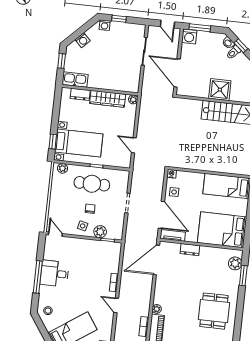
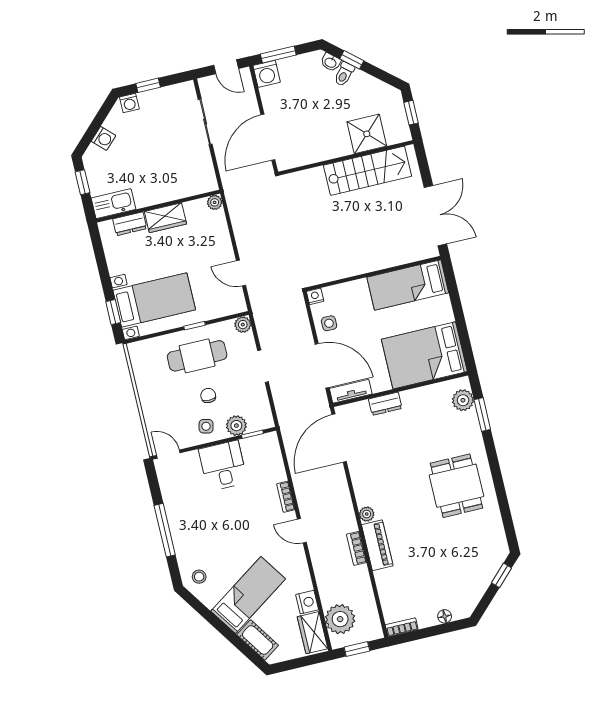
door: (177, 73) -> (268, 137), hinge flipped
shower: (220, 90) -> (367, 134), moved
wardrobe: (108, 99) -> (165, 218), width x0.67
plant: (63, 168) -> (243, 325), moved
desk: (55, 274) -> (223, 466), moved, turned 90

